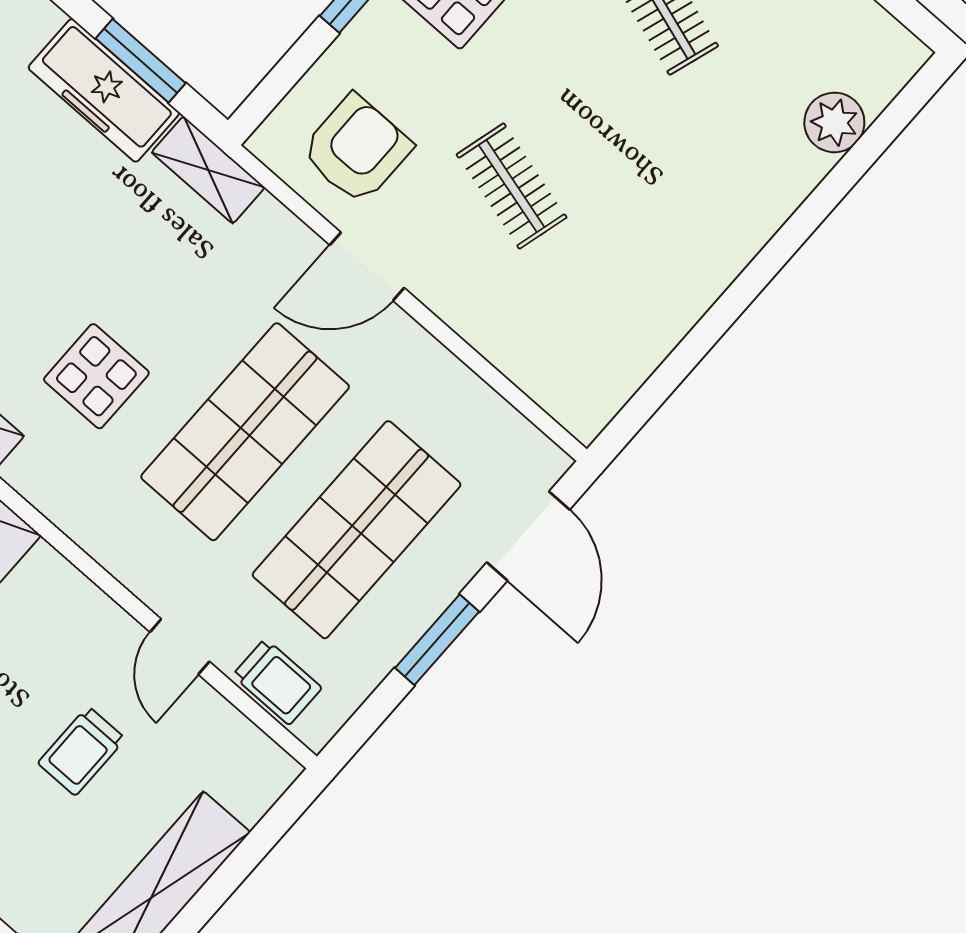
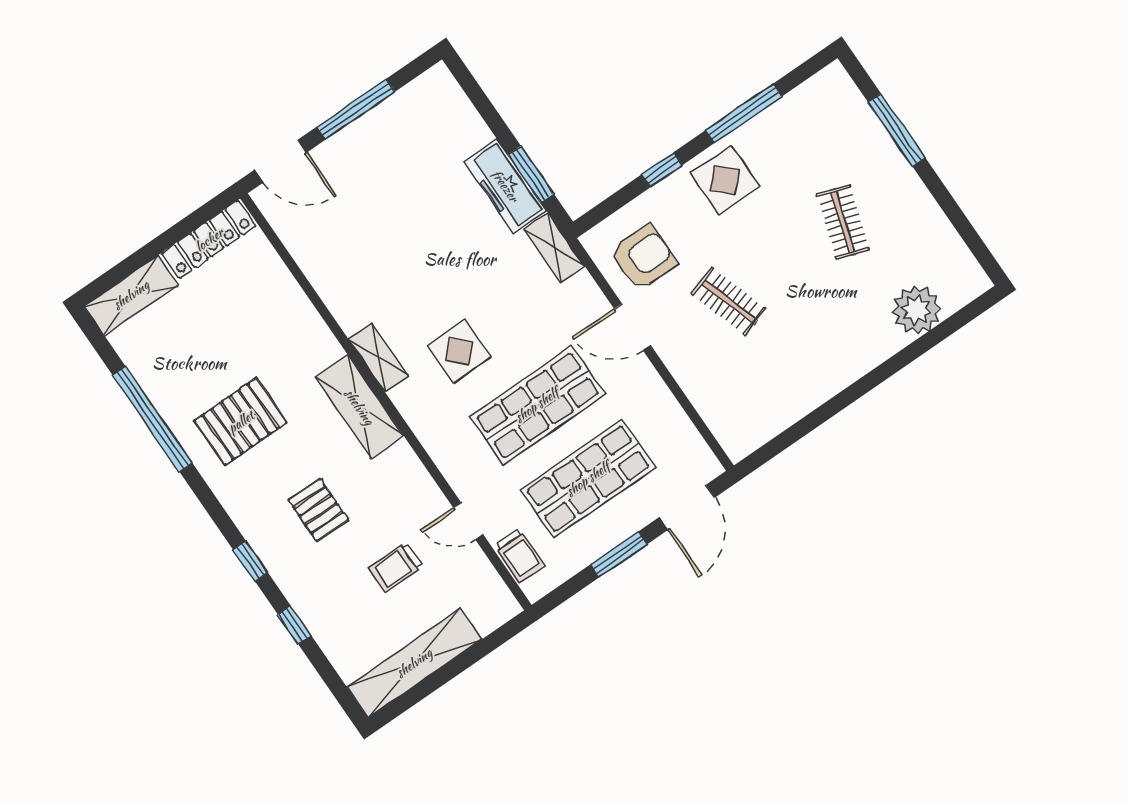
plant: (834, 122) -> (916, 310), width x1.36, depth x1.36
clothes rail: (512, 186) -> (728, 301), turned -33
door: (180, 647) -> (468, 521), hinge flipped

